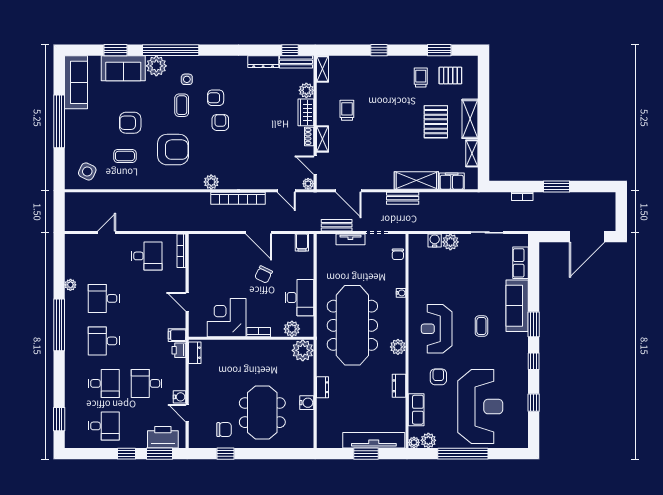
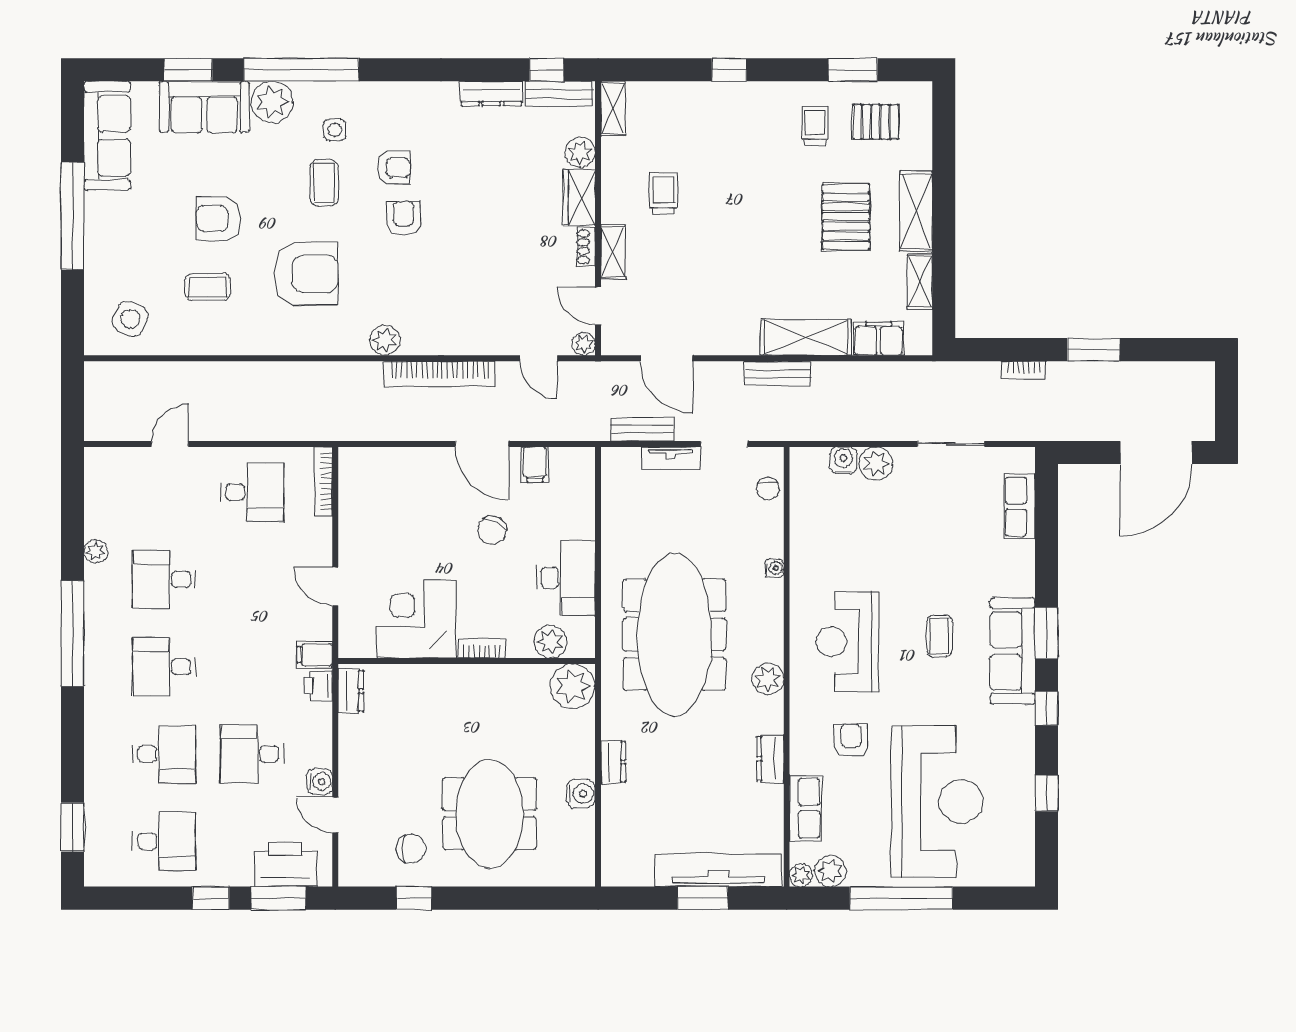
armchair: (216, 98) -> (394, 168), turned 180
filing cabinet: (302, 242) -> (535, 464), moved
sofa: (517, 306) -> (1013, 651), moved

